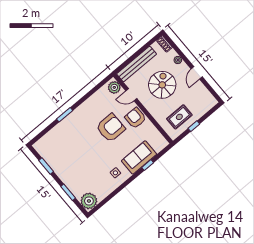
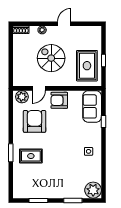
bench: (137, 64) -> (18, 64), removed
door: (197, 73) -> (64, 24), swing flipped
rug: (179, 117) -> (87, 66), width x1.36, depth x1.43
armchair: (111, 128) -> (35, 121), moved
rug: (75, 132) -> (31, 156), added
sofa: (139, 157) -> (92, 106), moved

